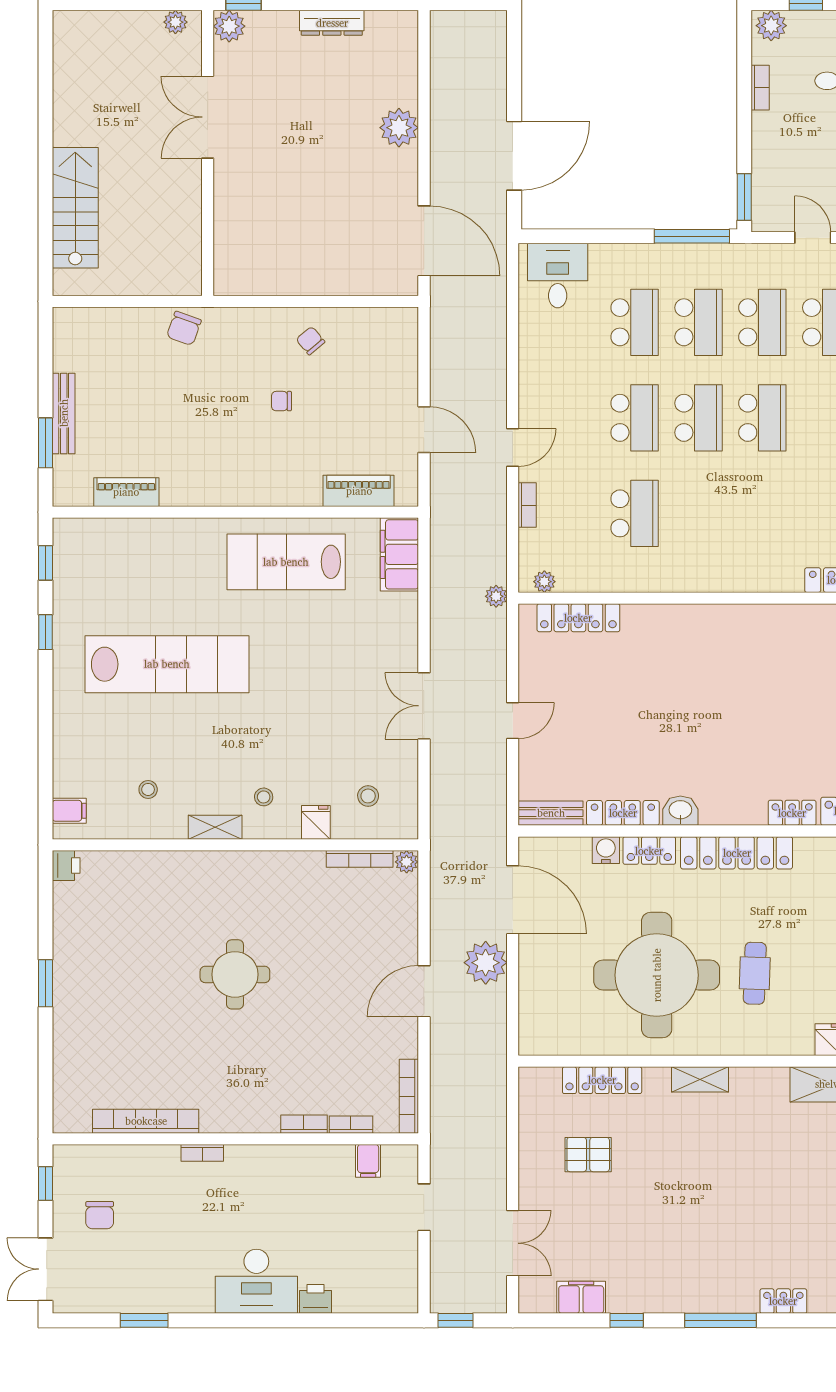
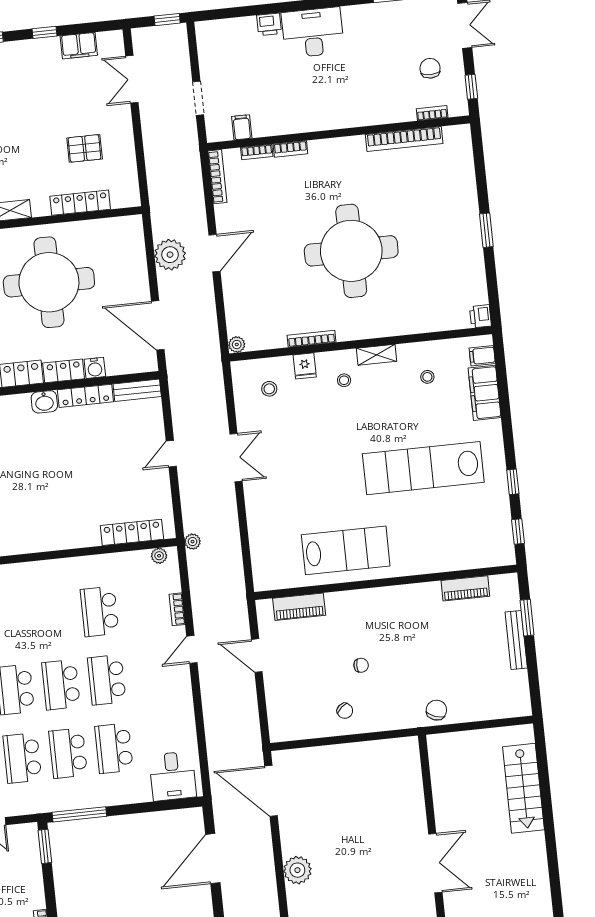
filing cabinet: (399, 554) -> (485, 393), moved, turned 180
bookcase: (360, 859) -> (312, 339), moved
plant: (486, 963) -> (170, 255), moved
round table: (235, 974) -> (351, 251), width x1.86, depth x1.86
bookcase: (202, 1153) -> (432, 113), moved

